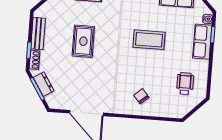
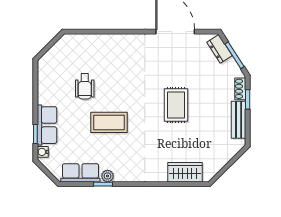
rug: (83, 41) -> (176, 105), moved
dresser: (44, 84) -> (220, 49), moved
wheelchair: (185, 84) -> (85, 86), moved
chair: (141, 96) -> (113, 56), removed

